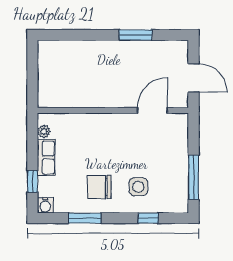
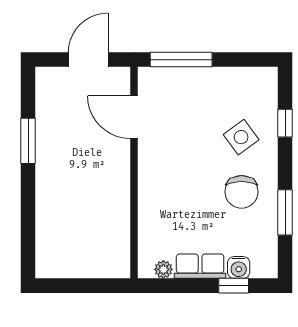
window: (194, 177) -> (181, 60), moved
side table: (138, 187) -> (241, 137), turned -36
water cooler: (45, 205) -> (239, 267), moved, turned 90

